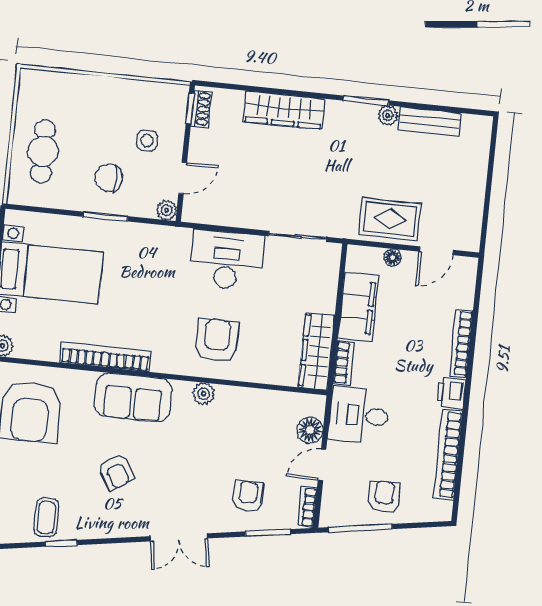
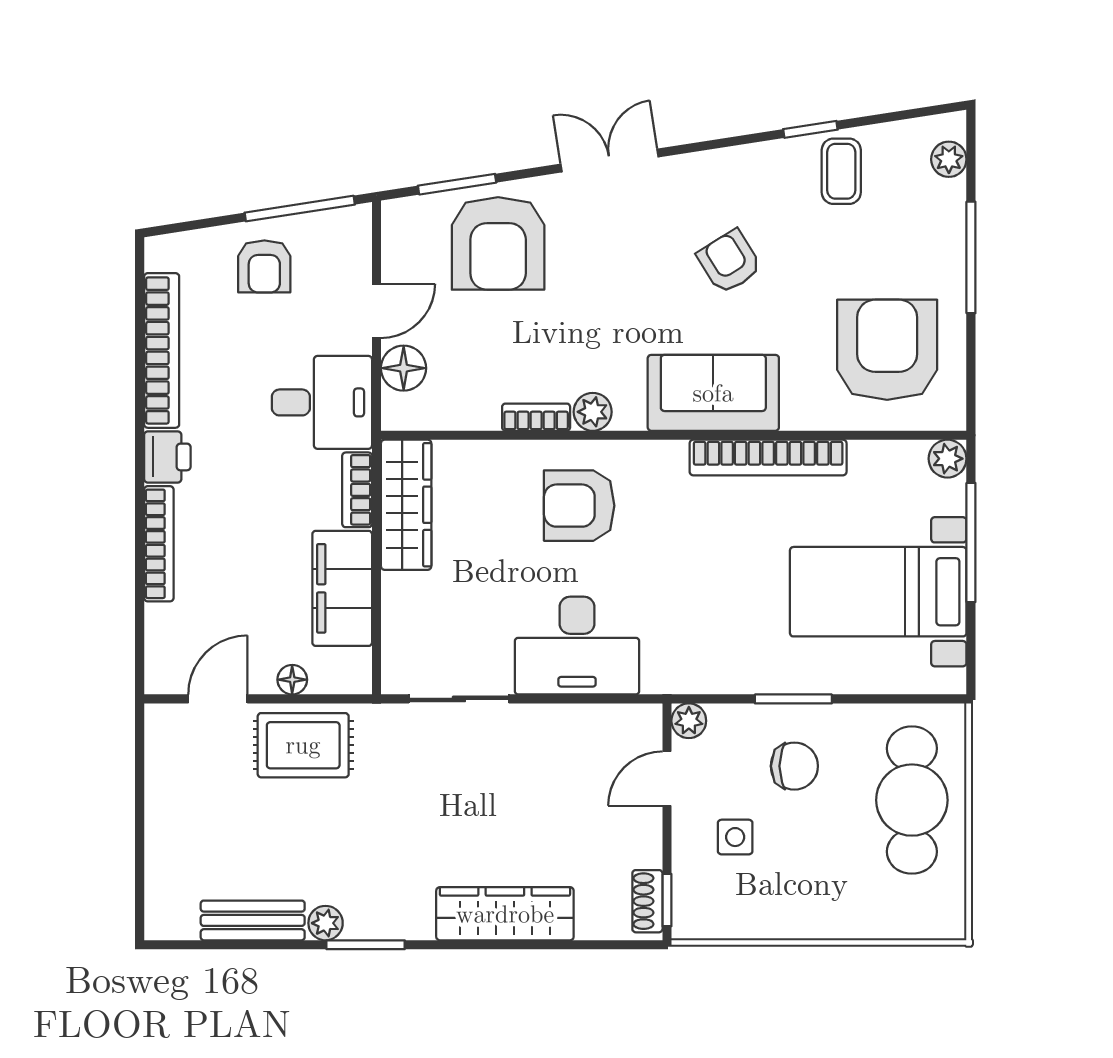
cafe table: (43, 151) -> (912, 800), width x1.37, depth x1.35
armchair: (217, 341) -> (579, 506), turned 90
armchair: (248, 496) -> (498, 243), width x1.88, depth x1.88
bookcase: (307, 507) -> (536, 417), moved, turned -90

